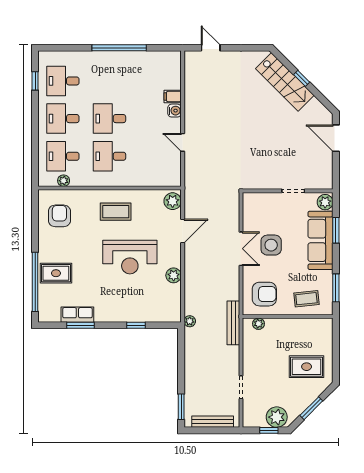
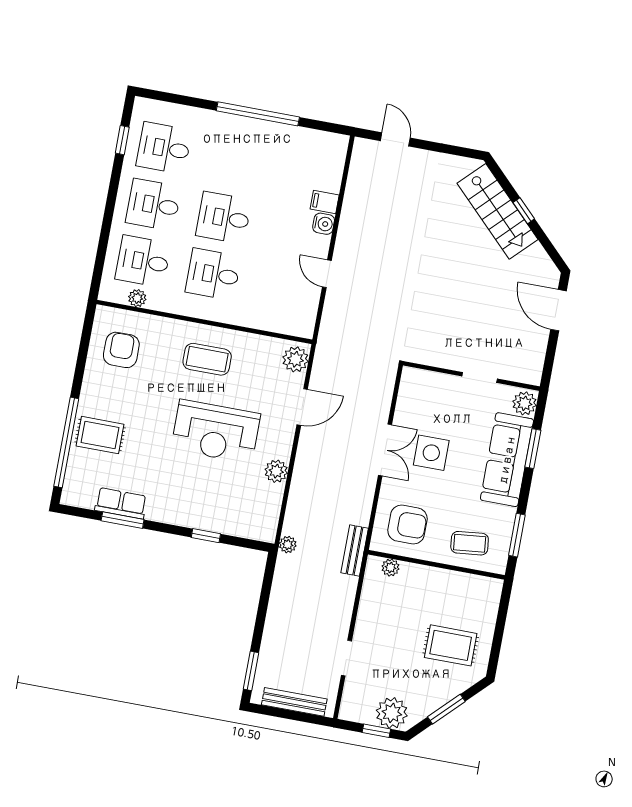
bench: (233, 323) -> (355, 550), width x0.73

